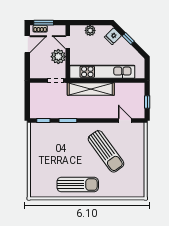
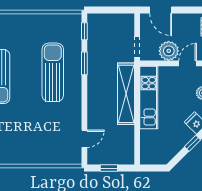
door: (27, 44) -> (161, 10), moved
kitchen unit: (102, 72) -> (149, 98), width x0.73
sun lounger: (106, 151) -> (53, 72), moved, turned 126

